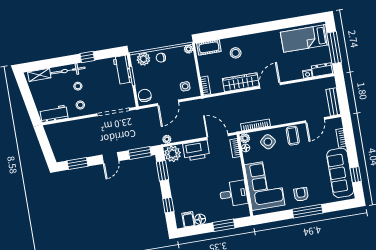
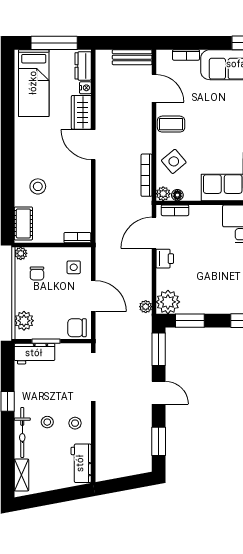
chair: (161, 58) -> (37, 273), moved
wardrobe: (241, 82) -> (81, 112), moved, width x0.67
printer: (196, 150) -> (165, 259), width x0.53, depth x0.68

